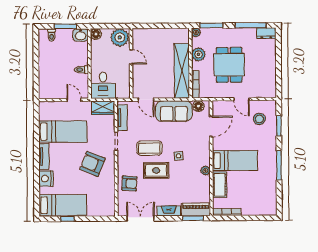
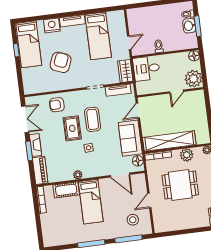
washbasin: (81, 35) -> (189, 26), moved
window: (279, 126) -> (129, 239), width x1.44
armchair: (92, 164) -> (61, 62), moved
armchair: (129, 183) -> (57, 105), turned 86
window: (193, 218) -> (29, 151), moved

